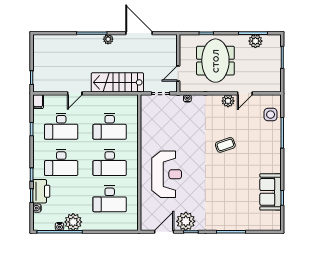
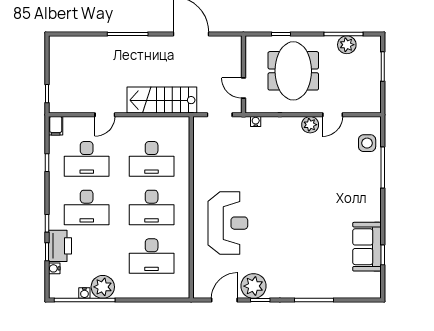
plant: (108, 39) -> (150, 42), removed
door: (178, 73) -> (243, 88), hinge flipped
coffee table: (225, 145) -> (306, 184), removed

